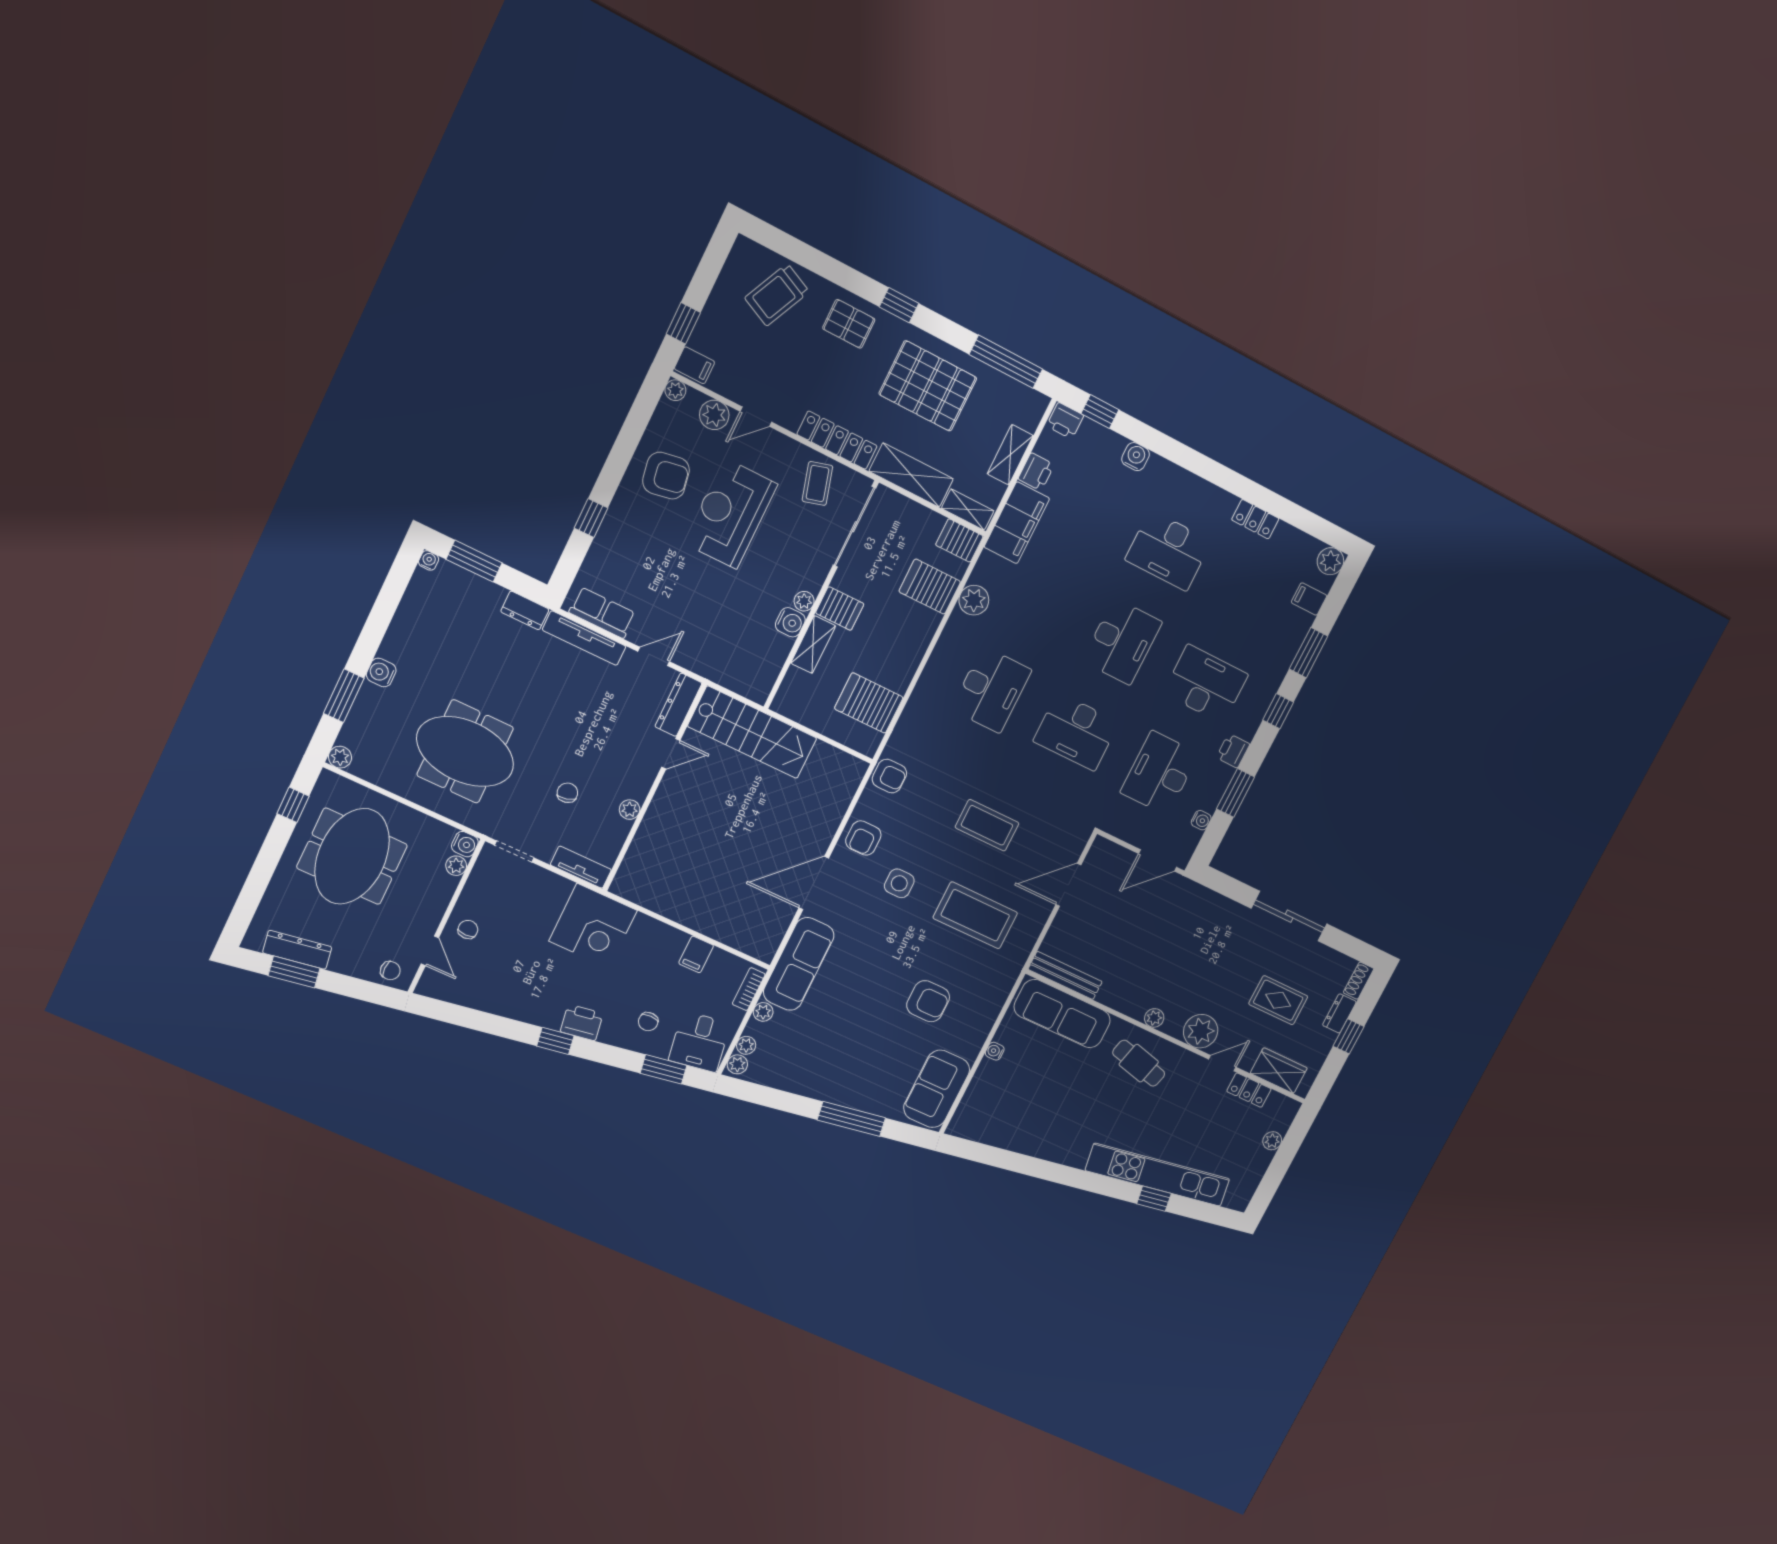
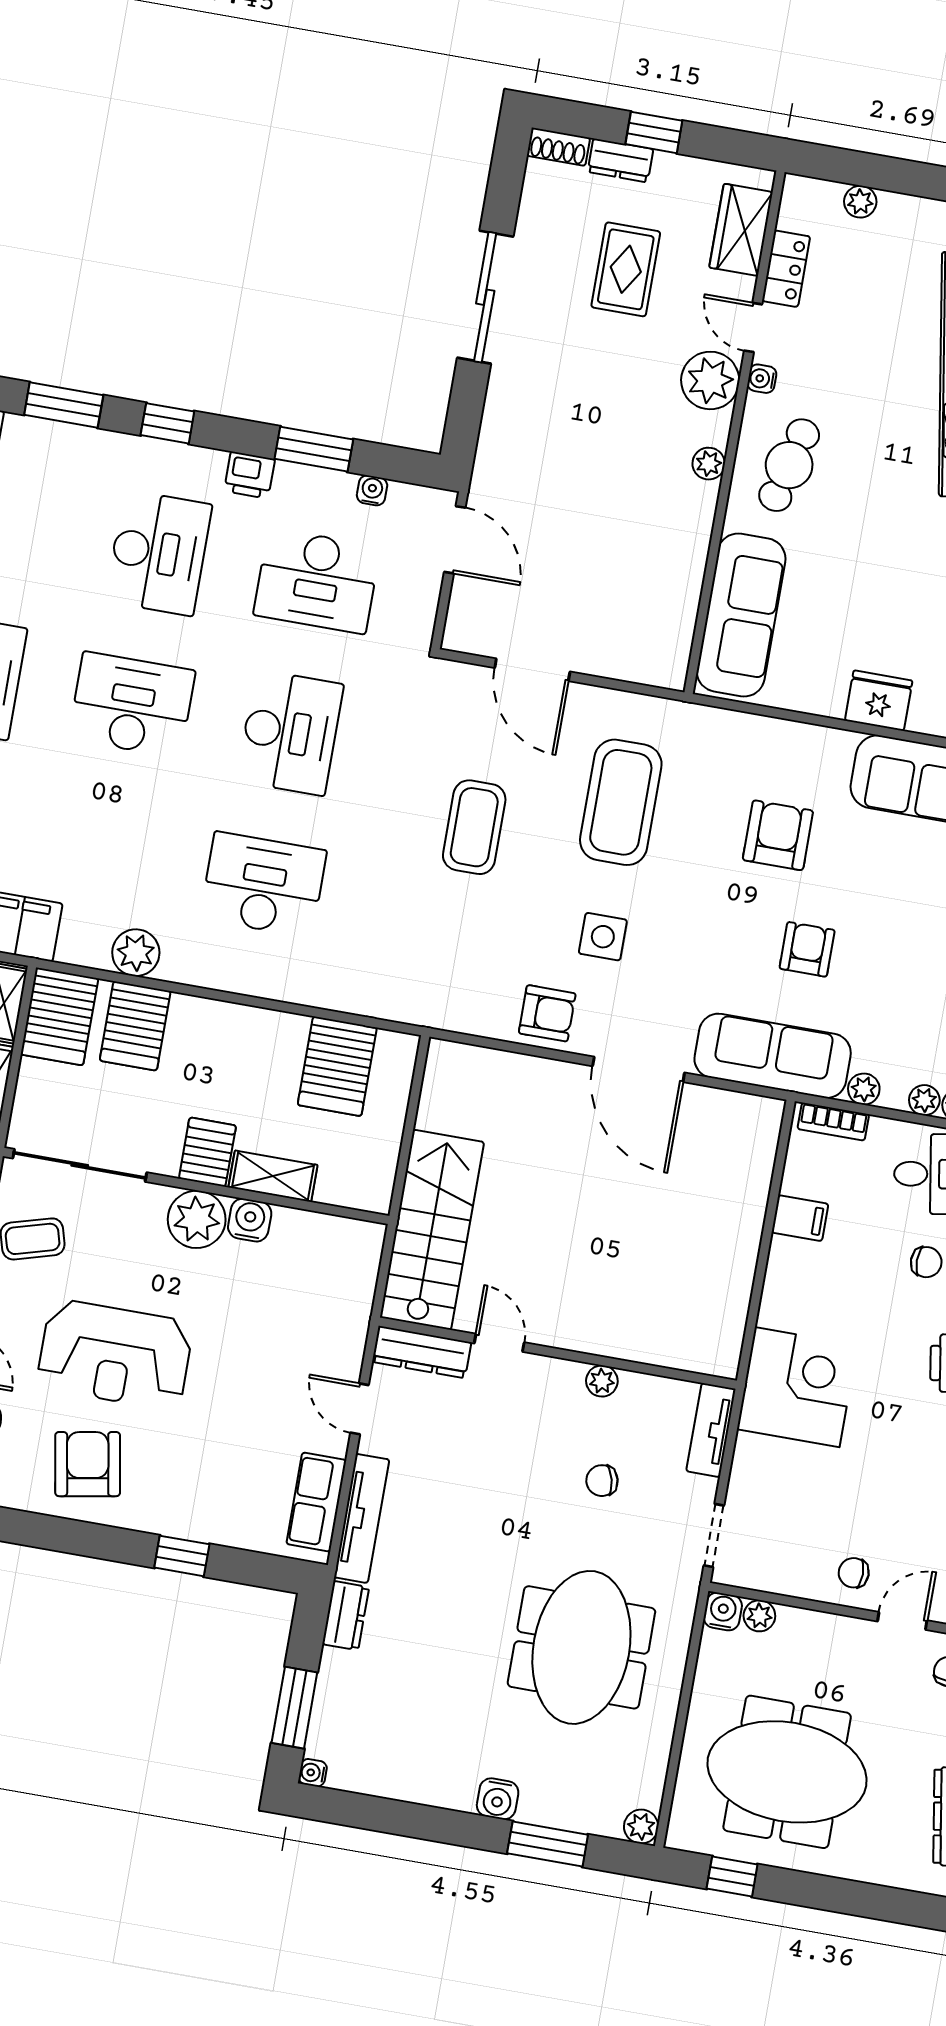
server rack: (959, 541) -> (59, 1016), width x1.36, depth x1.44
plant: (804, 601) -> (197, 1219), width x1.88, depth x1.88
desk: (1205, 684) -> (159, 553), turned 180
armchair: (889, 776) -> (807, 949), moved
bench: (1065, 975) -> (678, 630), removed
water cooler: (995, 1051) -> (762, 379), moved, turned 90
fridge: (989, 1079) -> (879, 701), added

